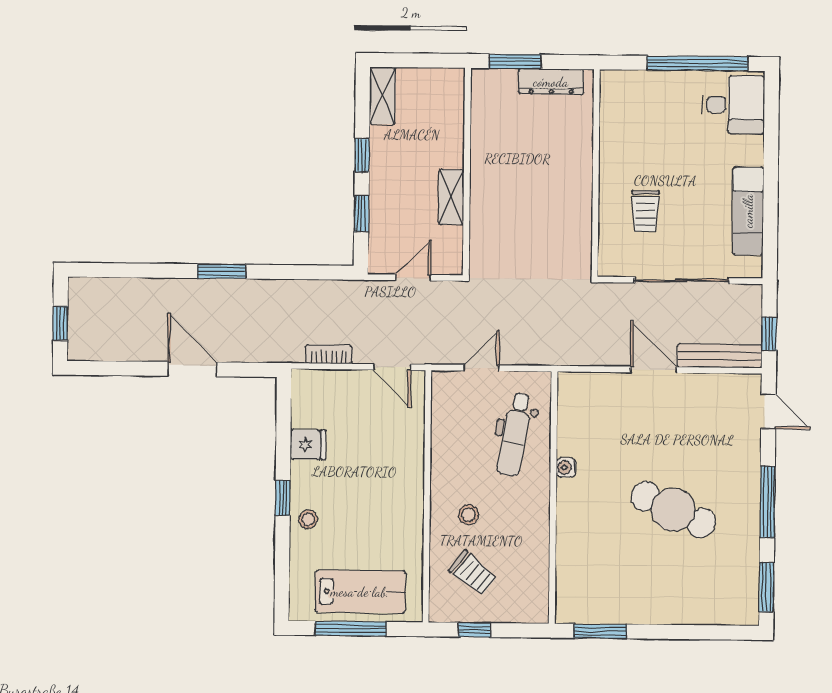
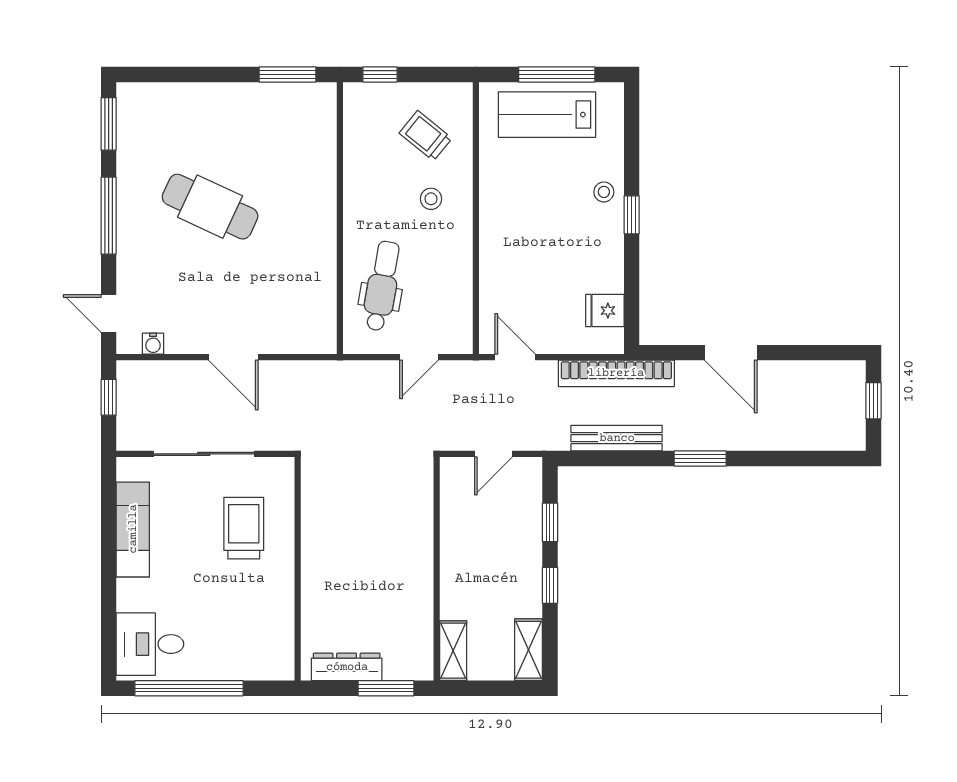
shelving: (451, 197) -> (453, 651), moved
trolley: (645, 211) -> (244, 528), width x1.36, depth x1.39
bookcase: (329, 354) -> (616, 373), width x2.31, depth x1.31
bench: (720, 356) -> (617, 438), moved
fridge: (308, 445) -> (605, 311), moved
water cooler: (566, 467) -> (153, 344), moved, turned 90
window: (474, 630) -> (380, 75), moved

